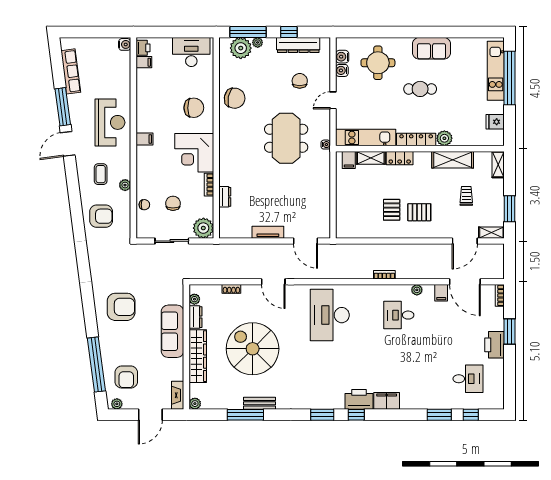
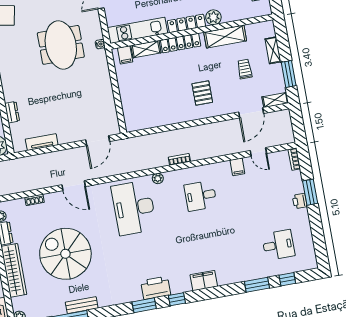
locker: (400, 158) -> (181, 43), width x1.53
shelving: (498, 165) -> (273, 50), moved
pallet: (392, 210) -> (175, 95), removed
pallet: (419, 212) -> (202, 93), turned 90
tv unit: (268, 232) -> (42, 142), moved
door: (306, 241) -> (98, 141), hinge flipped
door: (465, 282) -> (258, 152), width x0.53
plant: (417, 290) -> (158, 178), moved
printer: (494, 345) -> (300, 201), width x0.53, depth x0.68
printer: (359, 399) -> (156, 288), moved

